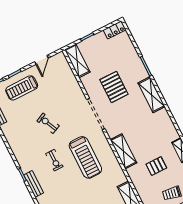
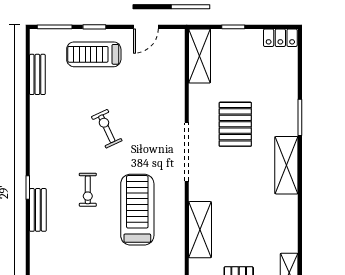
treadmill: (85, 157) -> (137, 210), turned 180

